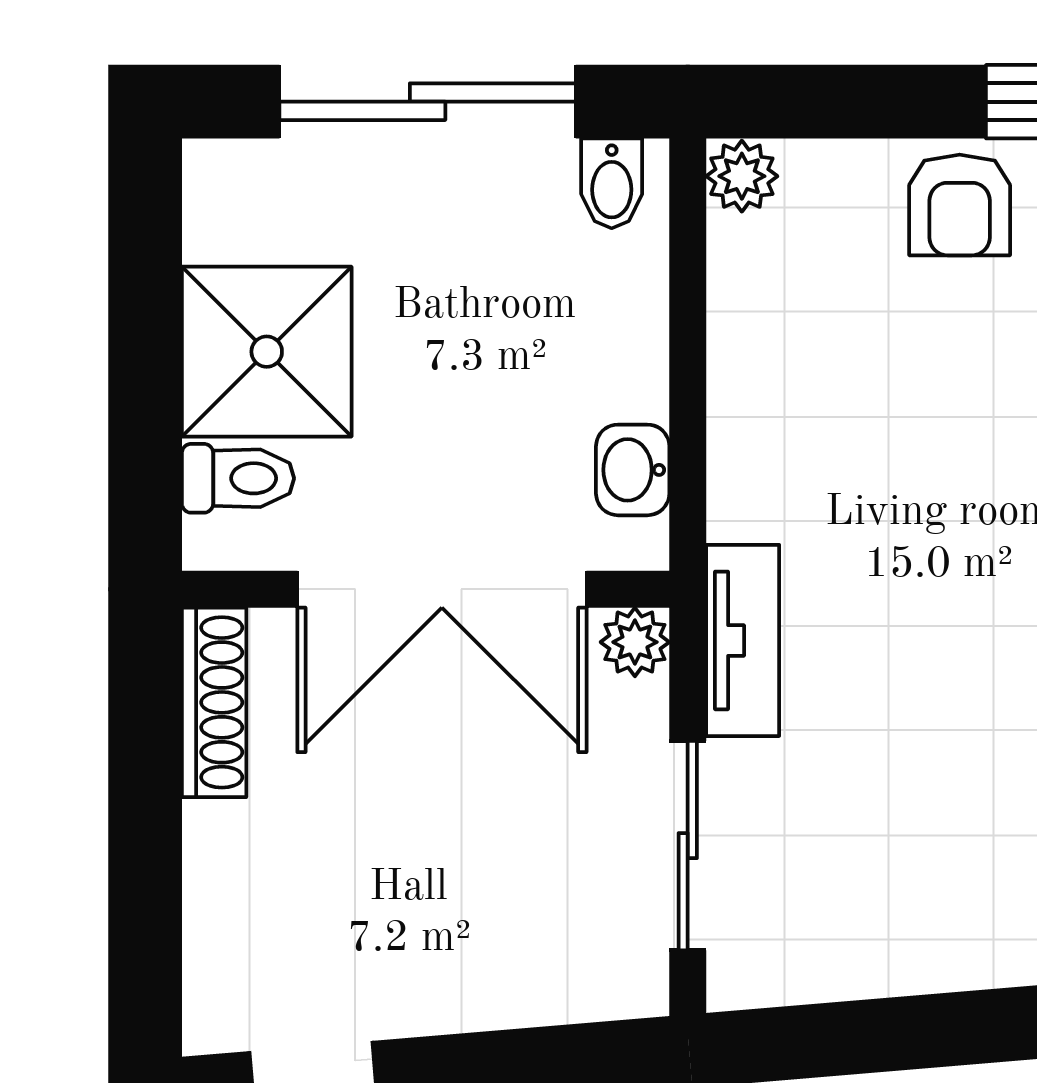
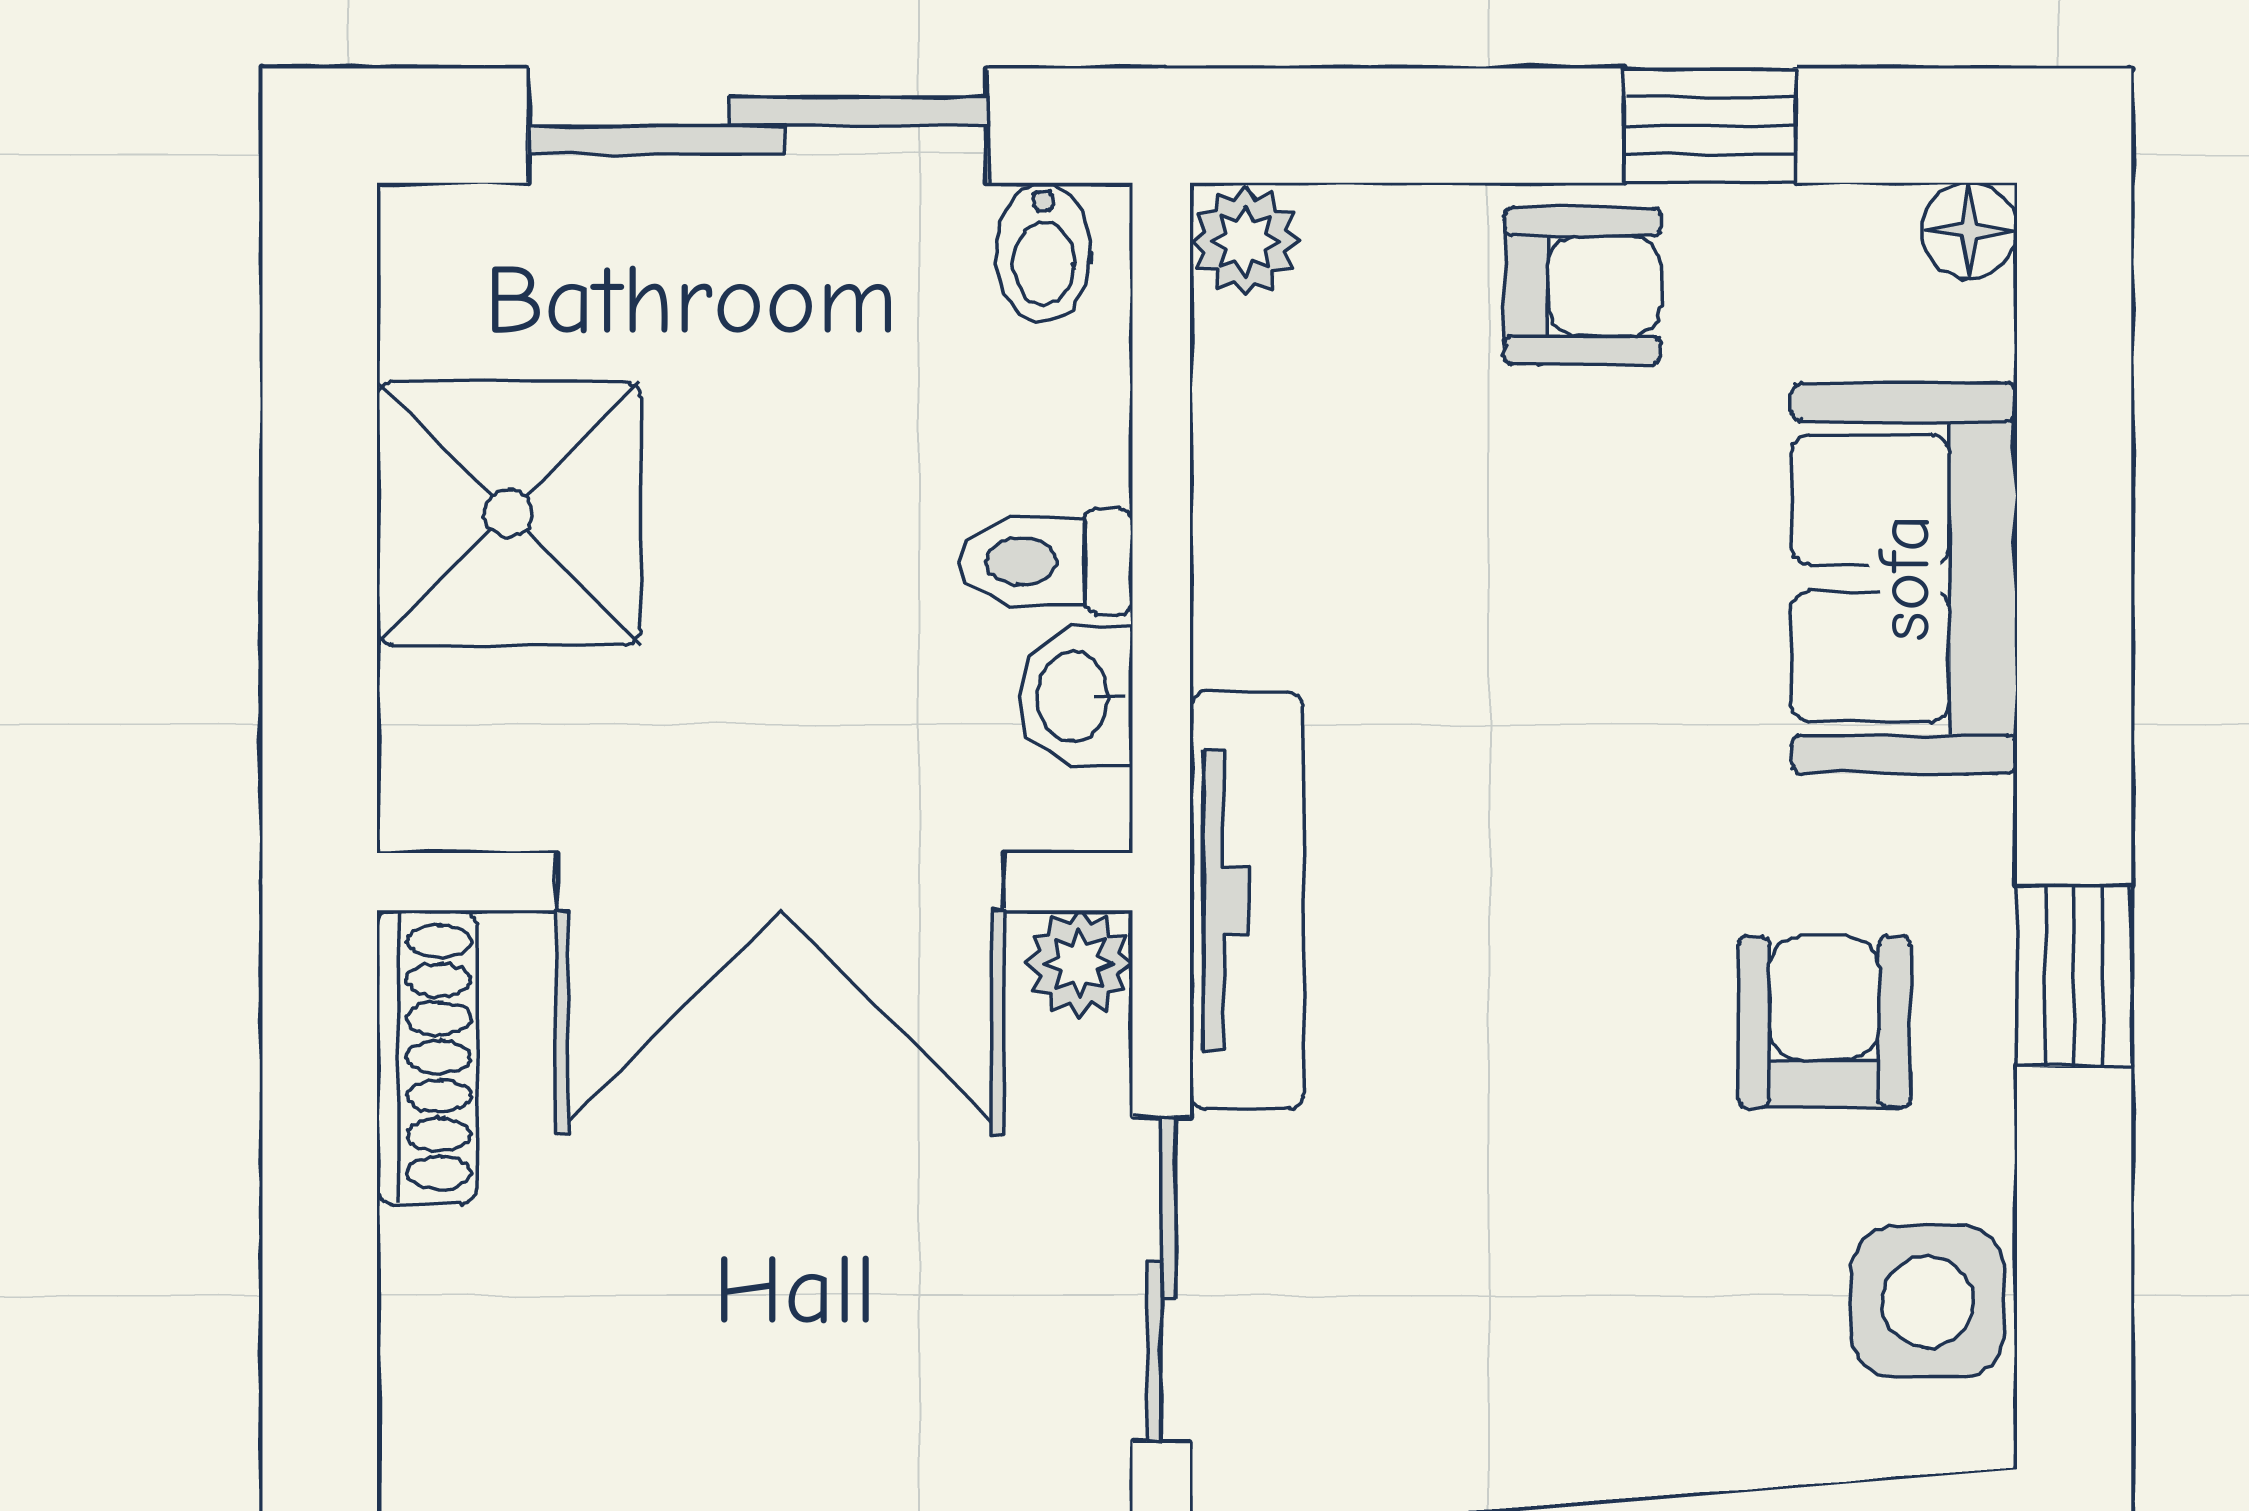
armchair: (960, 205) -> (1583, 286), turned -90
toilet: (238, 478) -> (1046, 561), moved, turned 180
tv unit: (743, 640) -> (1246, 900), width x1.41

